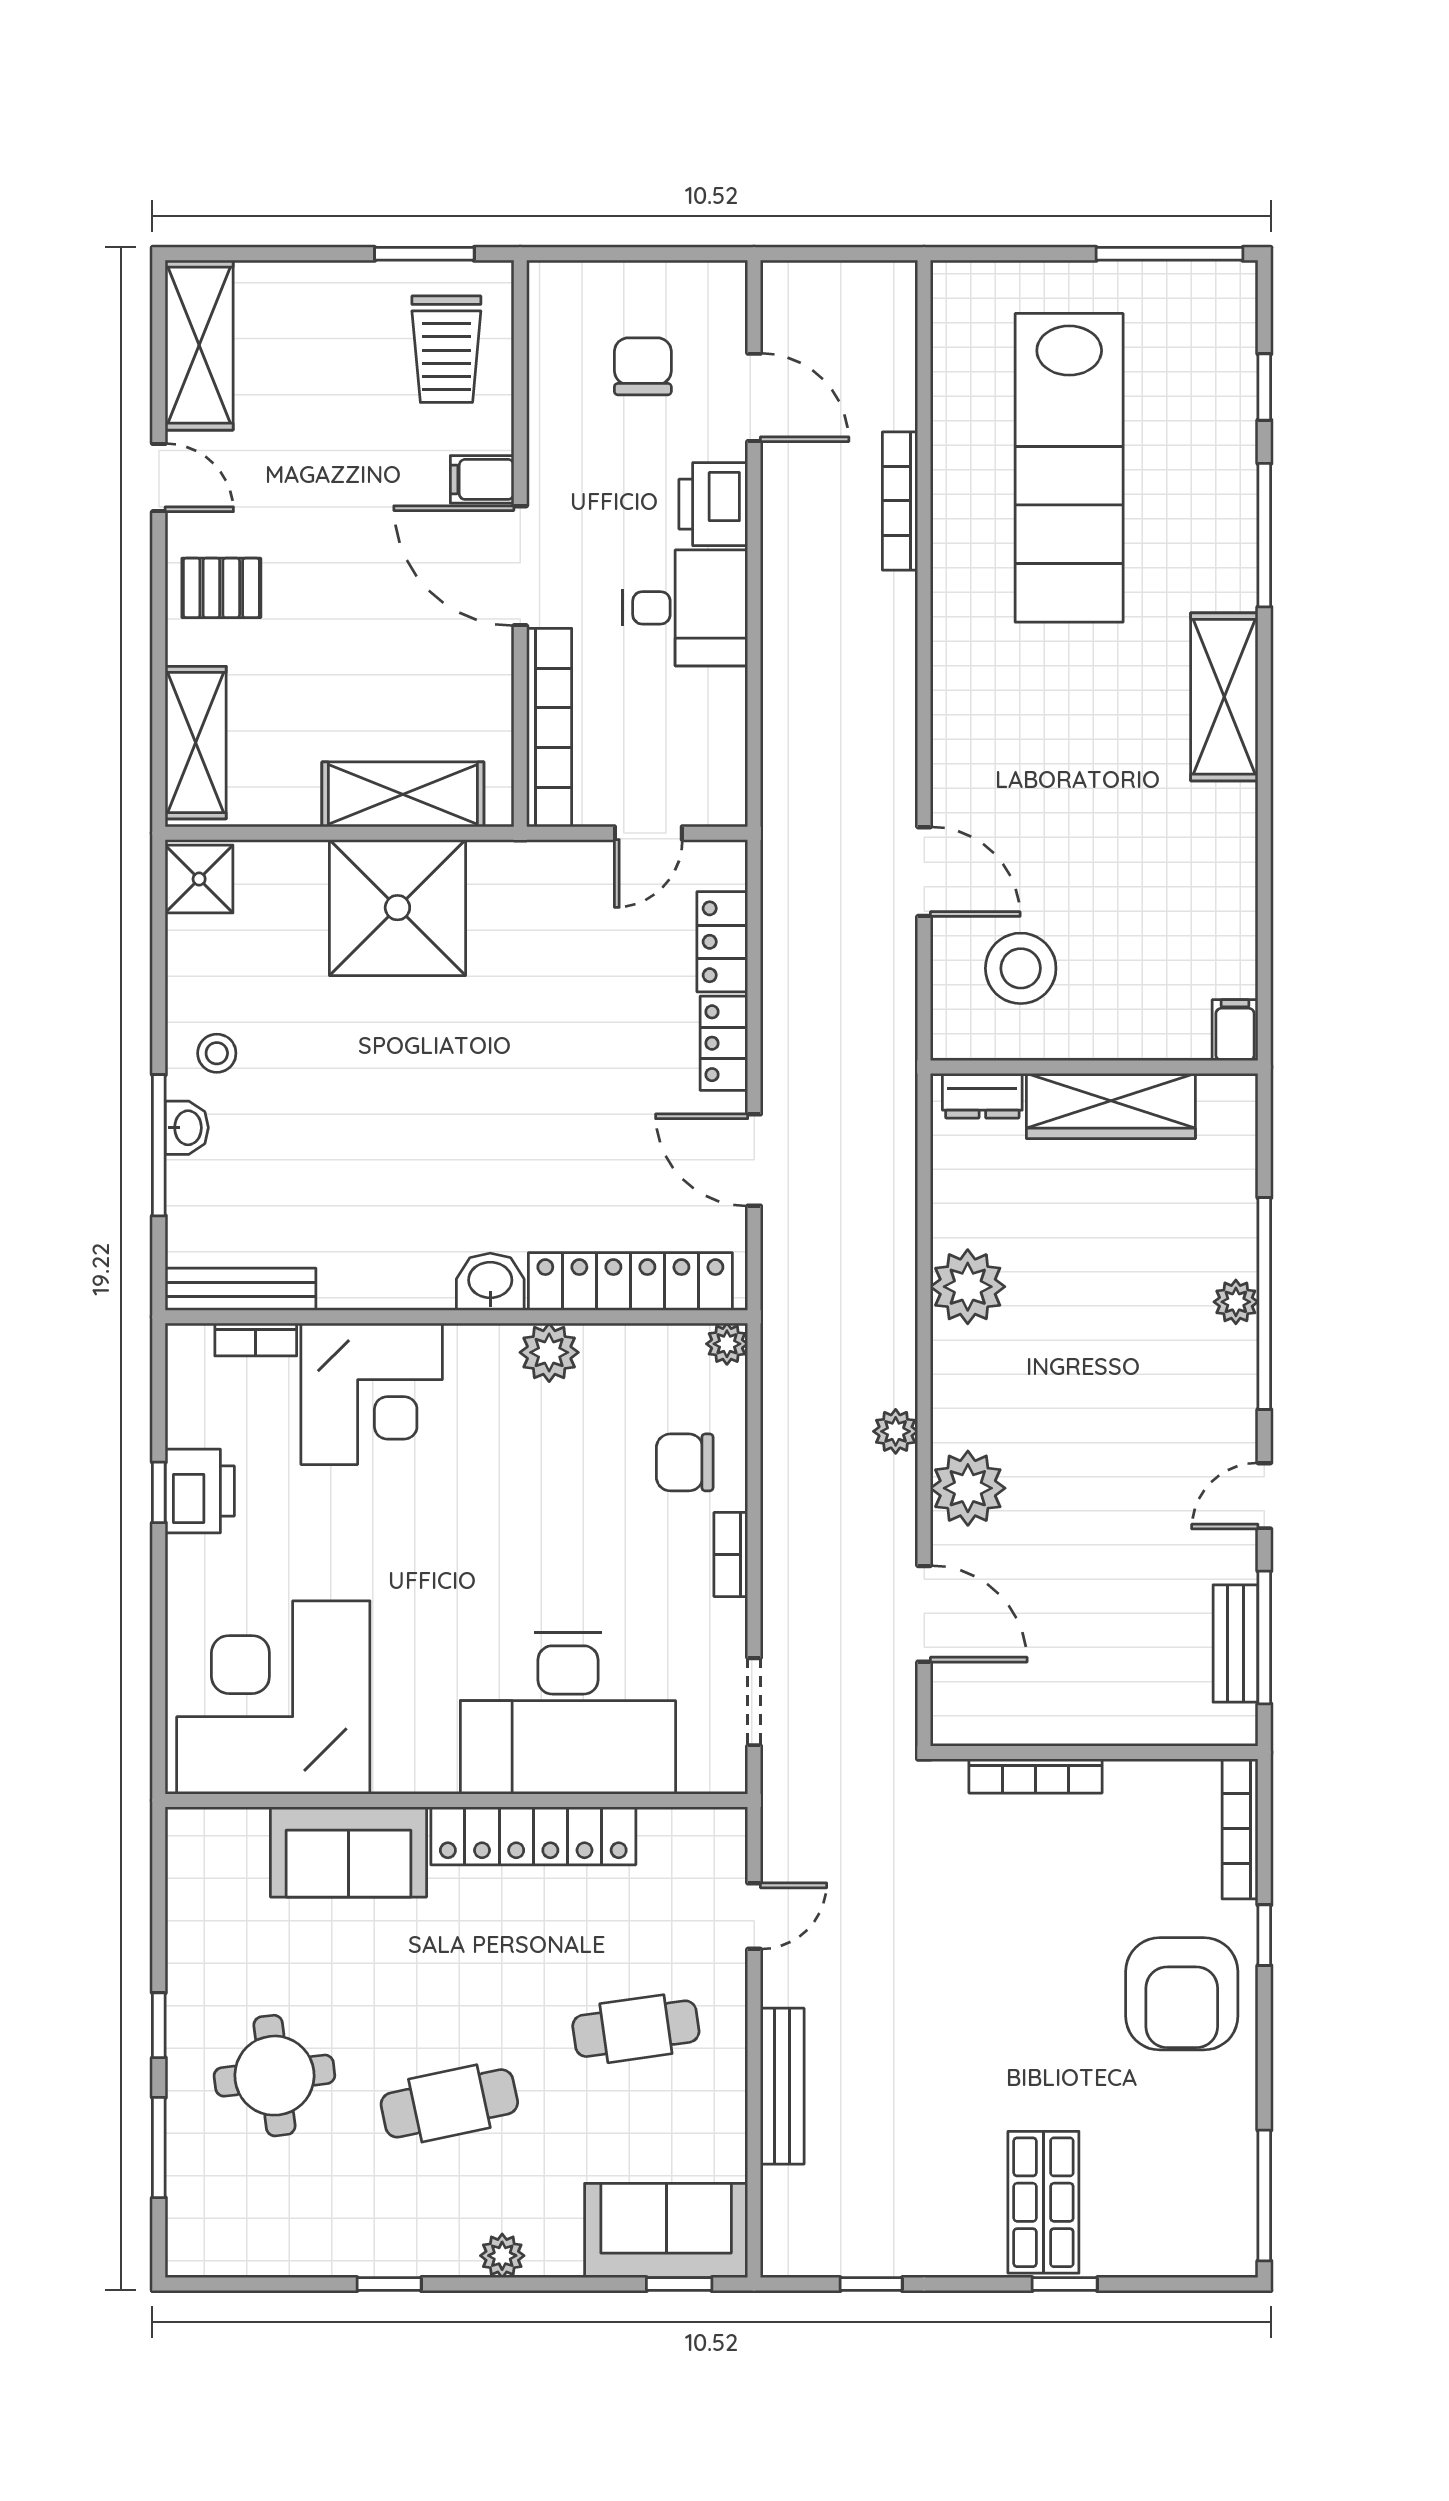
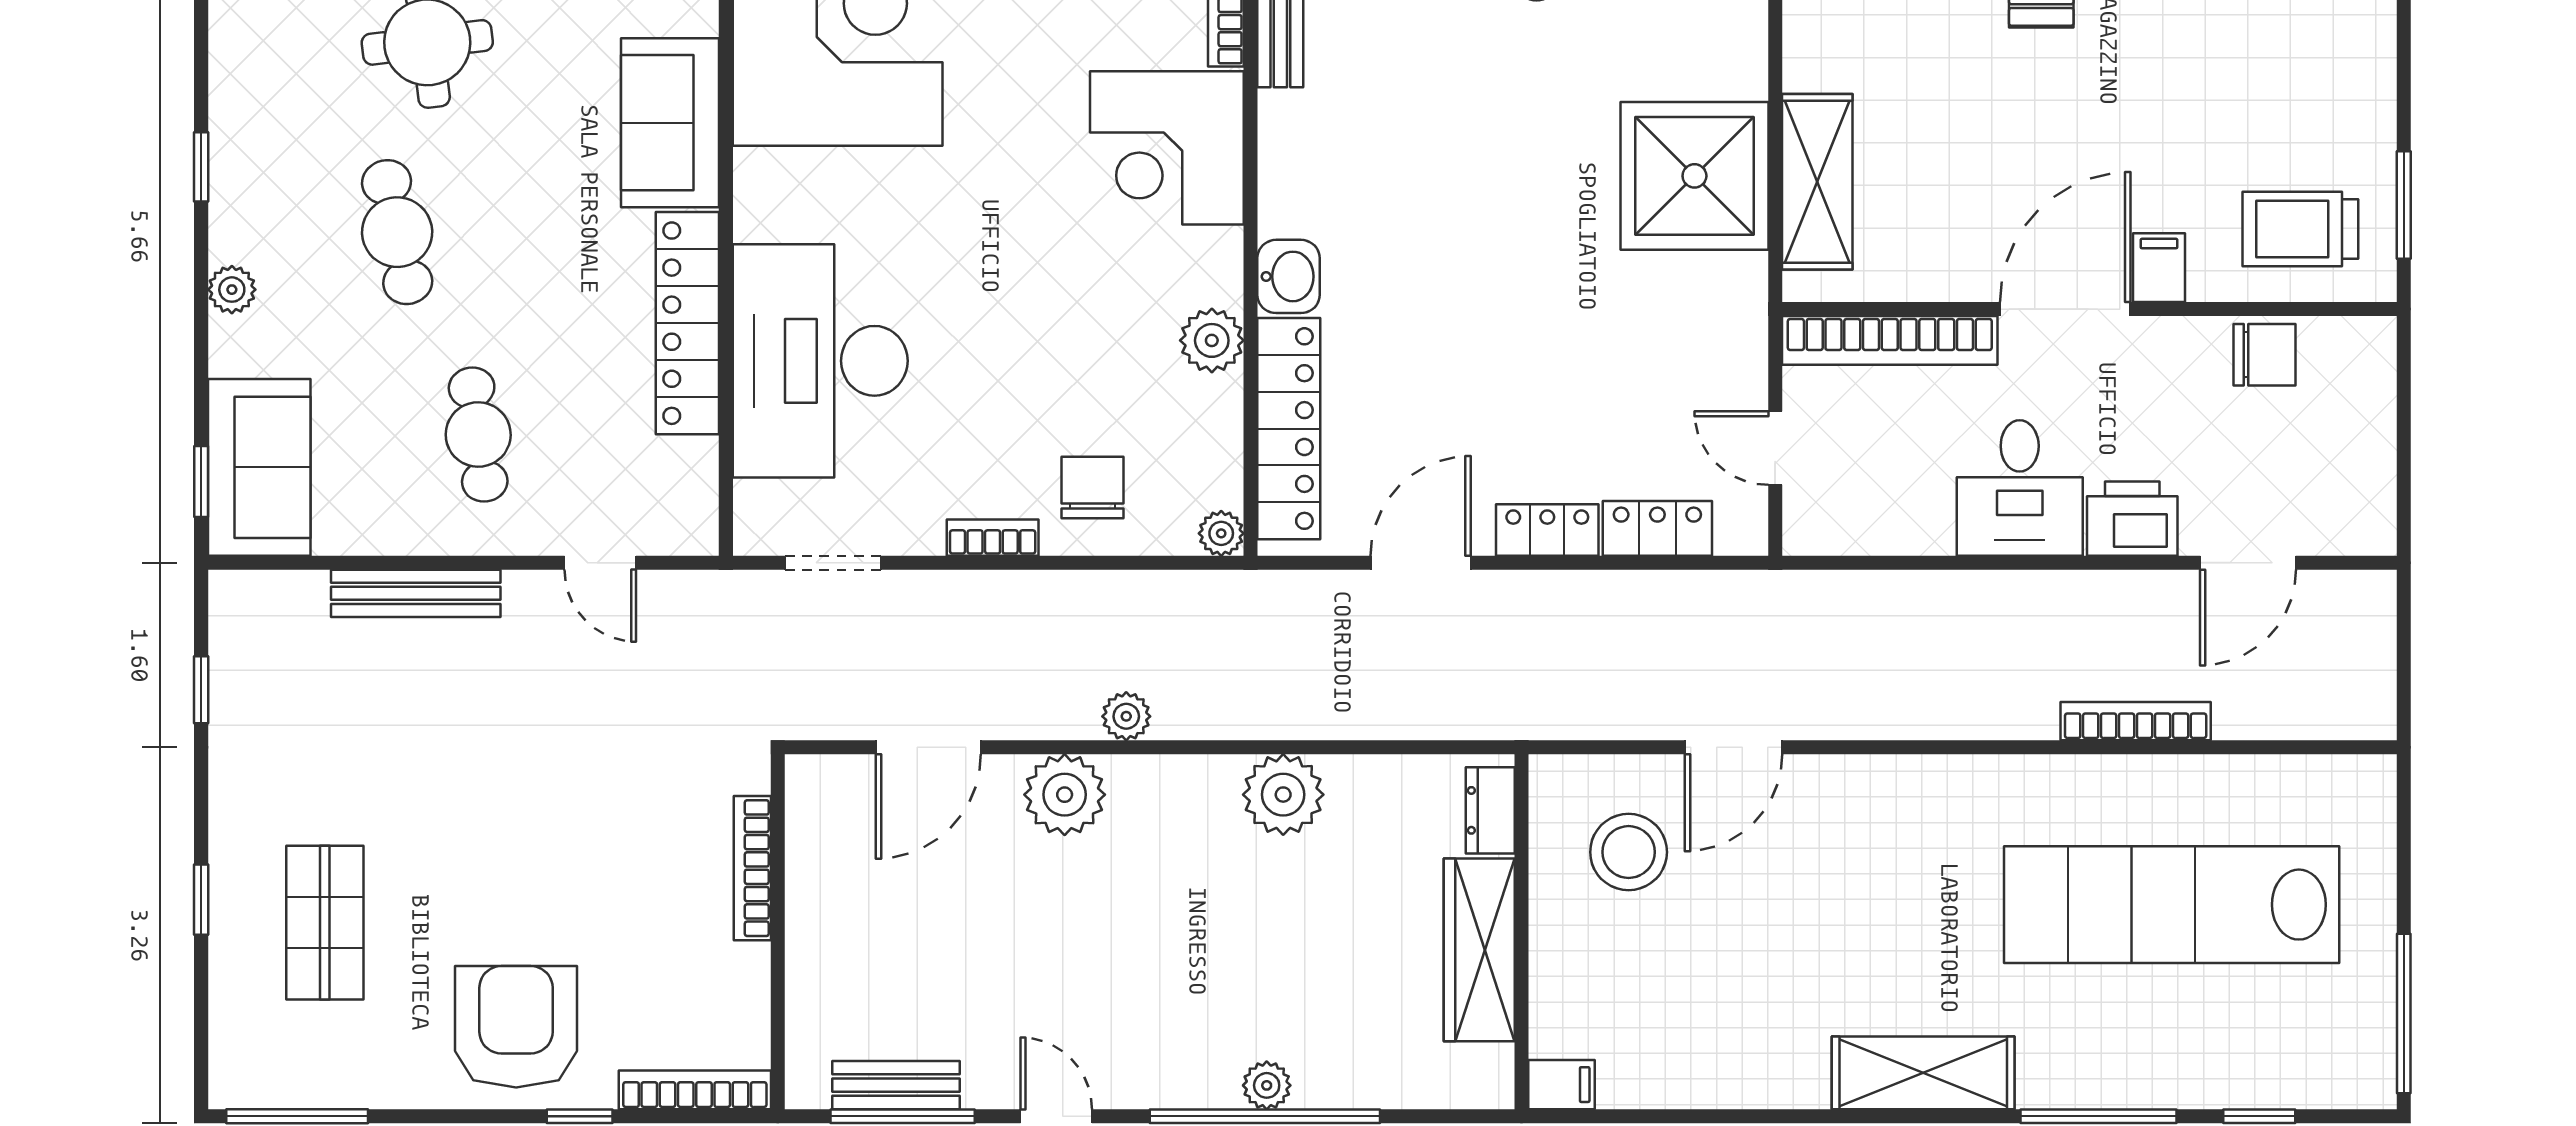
chair: (643, 366) -> (2265, 355), moved
armchair: (1182, 1994) -> (516, 1027), turned 90
shop shelf: (1043, 2202) -> (325, 923), moved, turned 90

